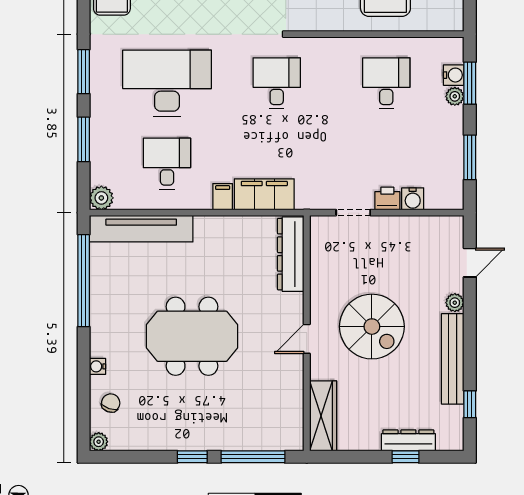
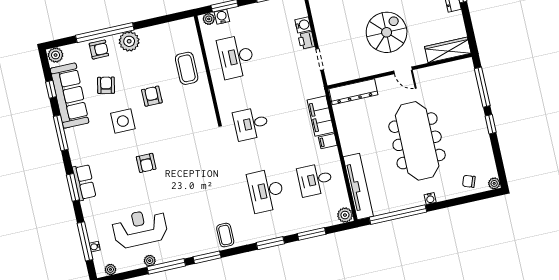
desk: (167, 83) -> (266, 191), width x0.73, depth x0.77
desk: (386, 83) -> (236, 57), width x1.37
plant: (455, 96) -> (209, 19), moved
meeting table: (192, 336) -> (417, 141), width x1.36
water cooler: (97, 366) -> (430, 198), moved

